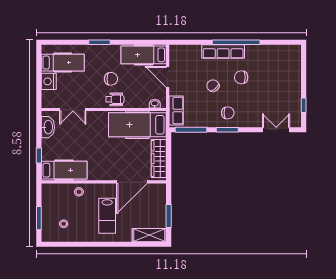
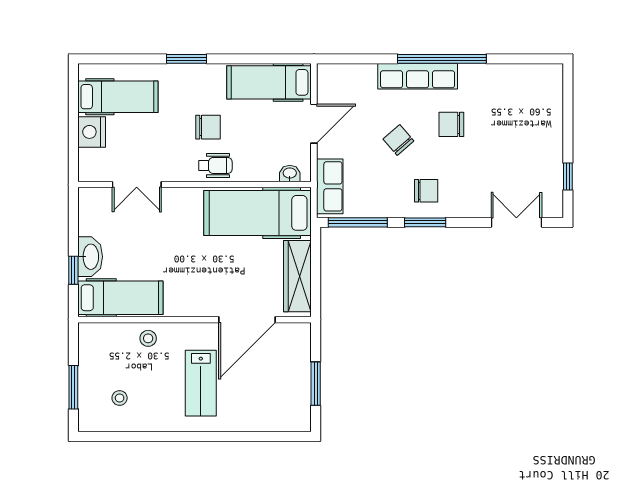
door: (168, 77) -> (314, 124), swing flipped
washbasin: (48, 127) -> (90, 257), moved
shelving: (149, 235) -> (280, 419), removed

